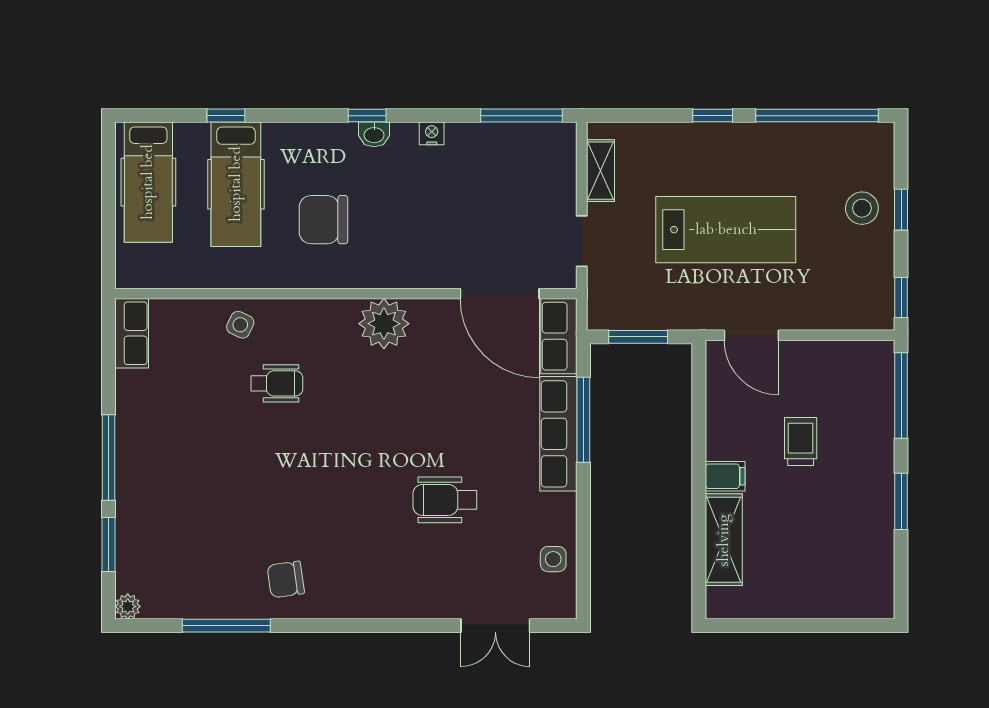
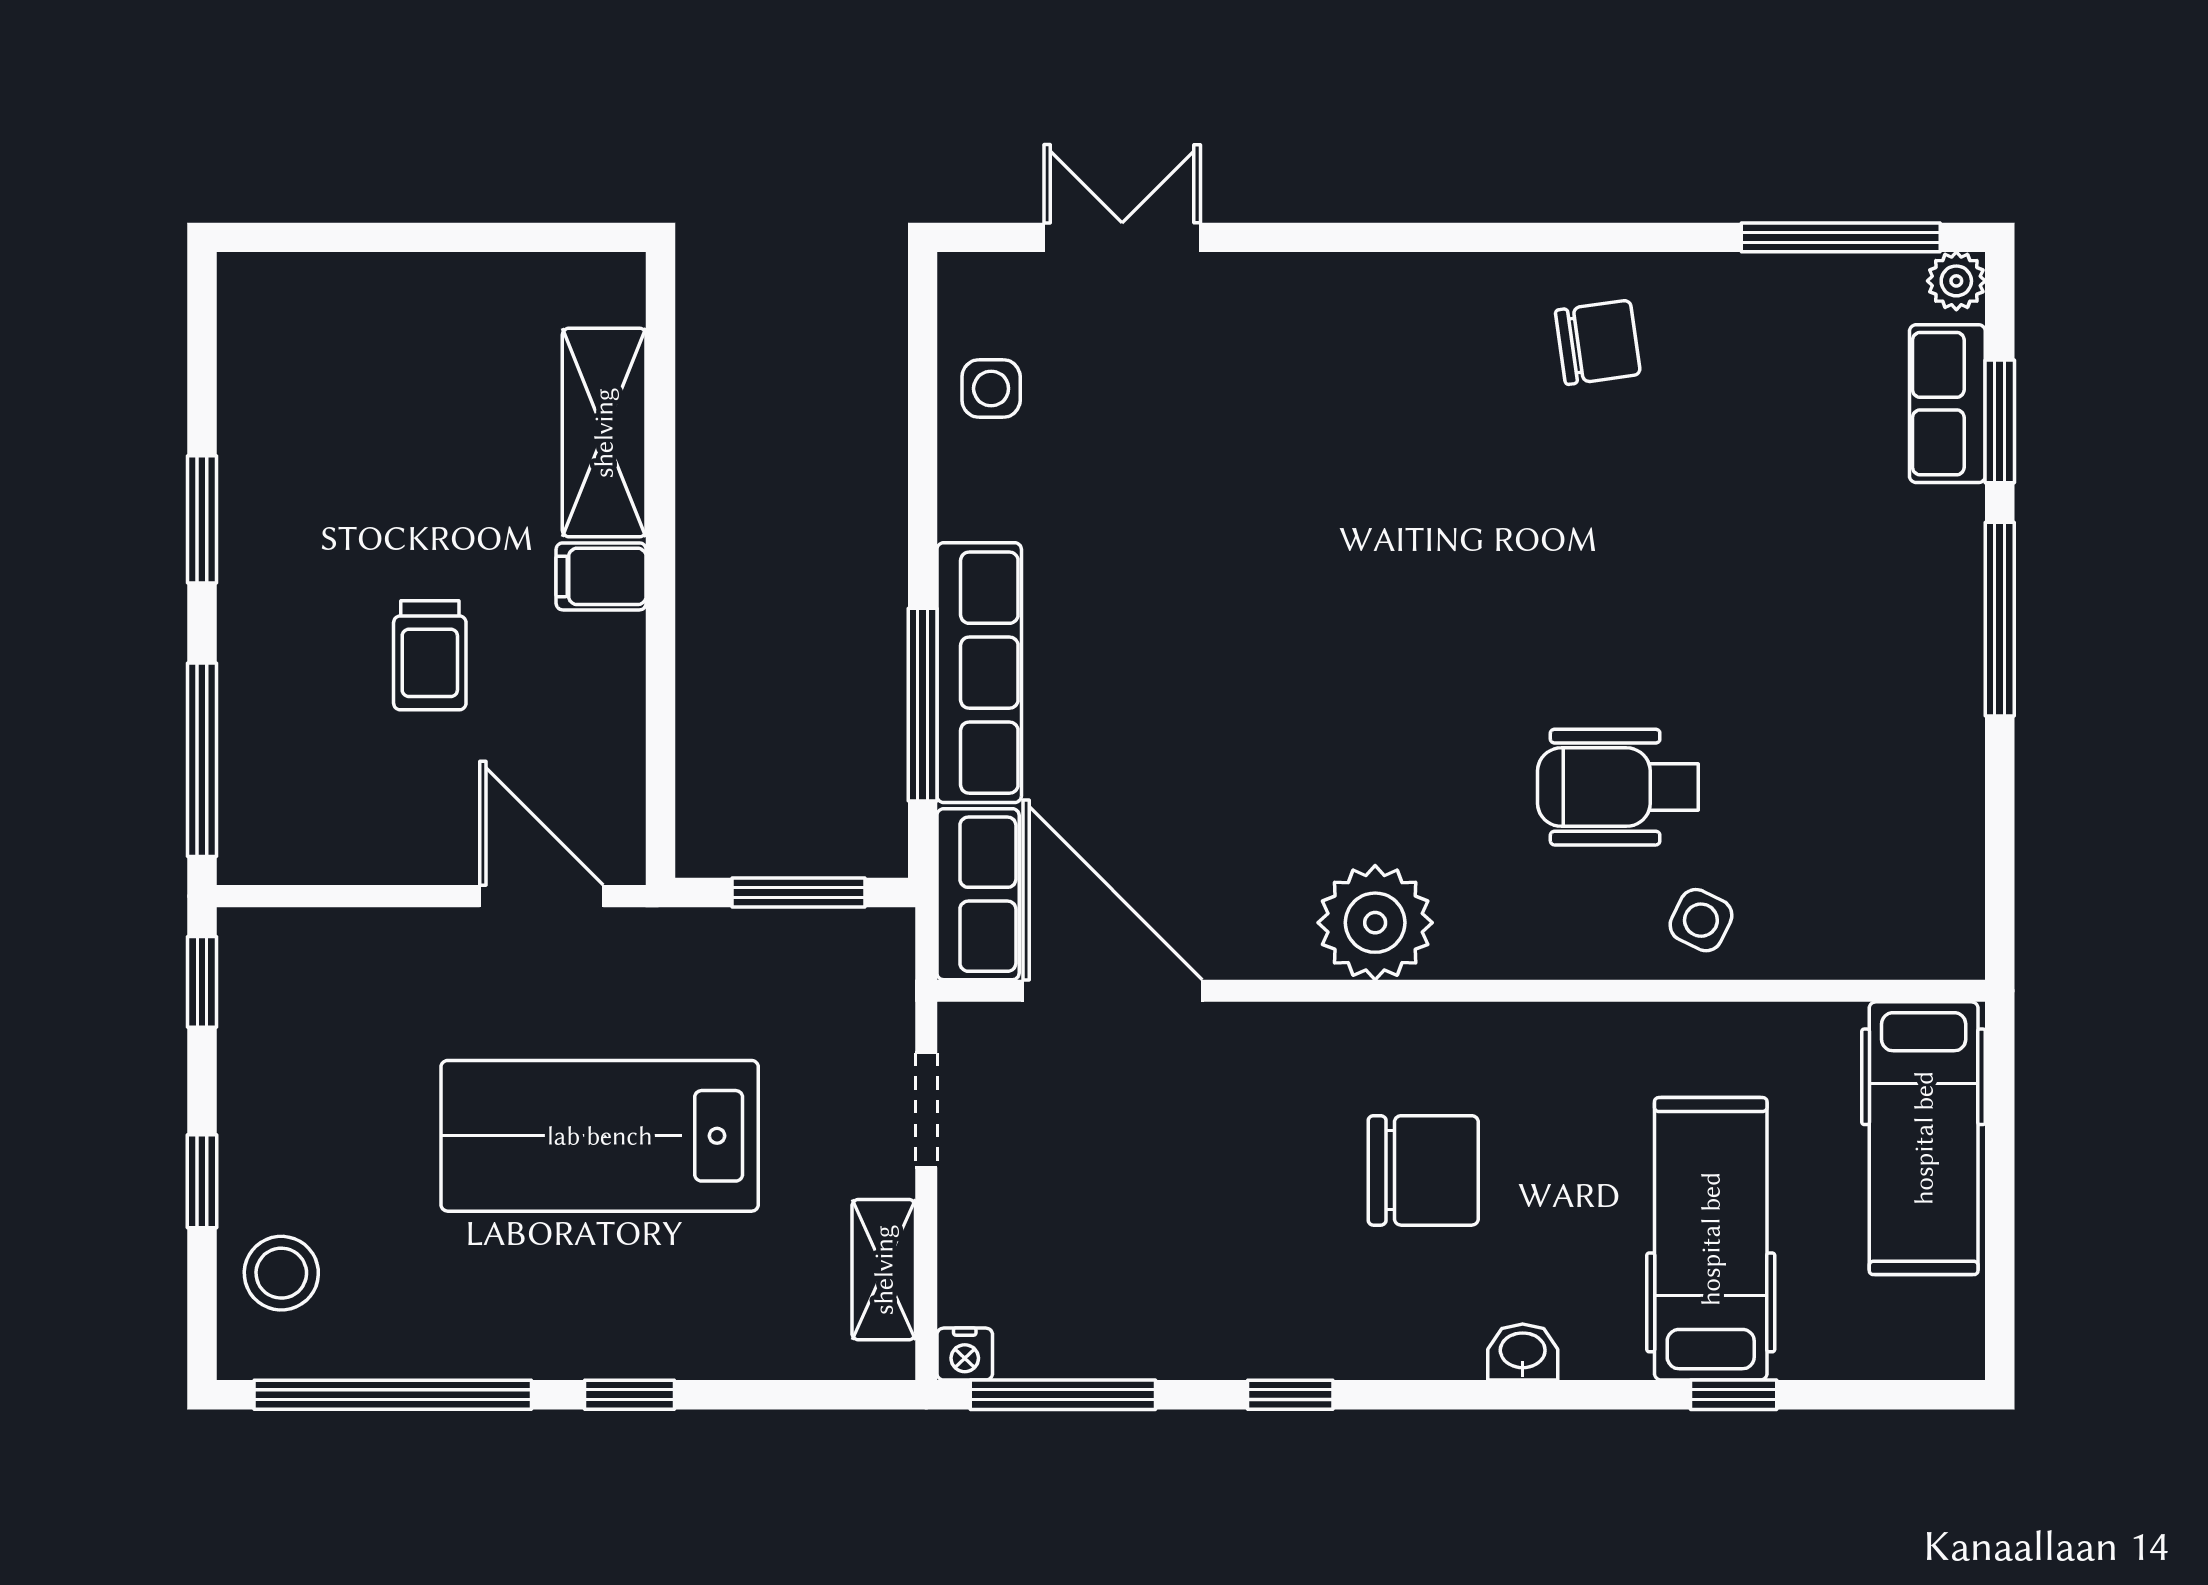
window: (367, 116) -> (1290, 1395), moved
nightstand: (432, 133) -> (965, 1354), moved
washbasin: (374, 134) -> (1523, 1352), moved
hospital bed: (148, 182) -> (1924, 1138), moved, turned 180
stool: (862, 208) -> (281, 1273), moved
chair: (323, 220) -> (1423, 1170), moved
row of seats: (132, 333) -> (1947, 404), moved
wheelchair: (277, 383) -> (1618, 787), width x1.36, depth x1.37
wheelchair: (445, 500) -> (1237, 523), removed
window: (226, 626) -> (1841, 237), moved

